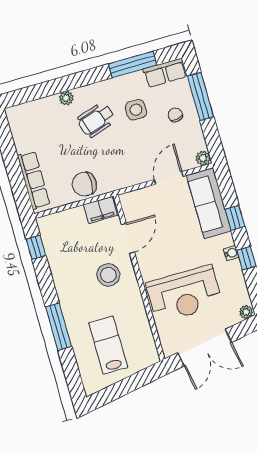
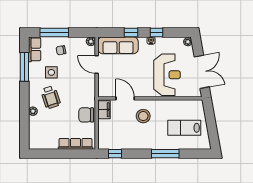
chair: (84, 184) -> (86, 115), turned 90

